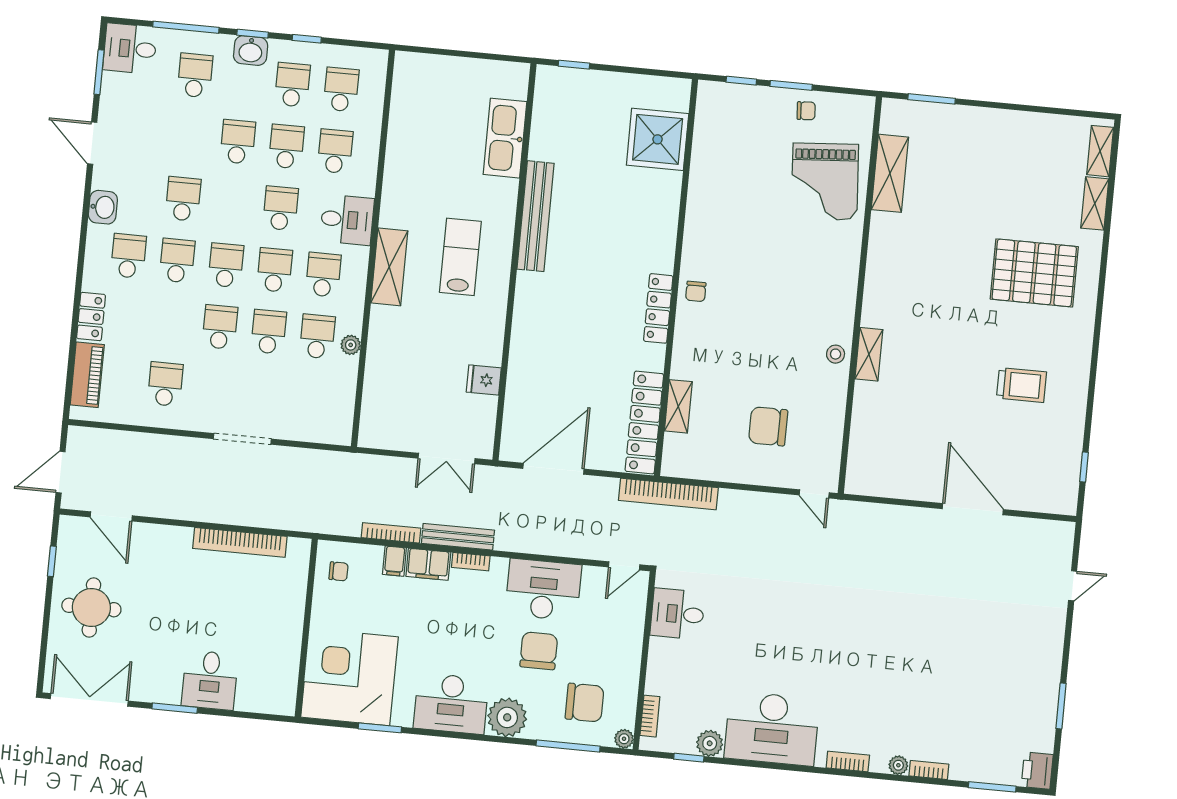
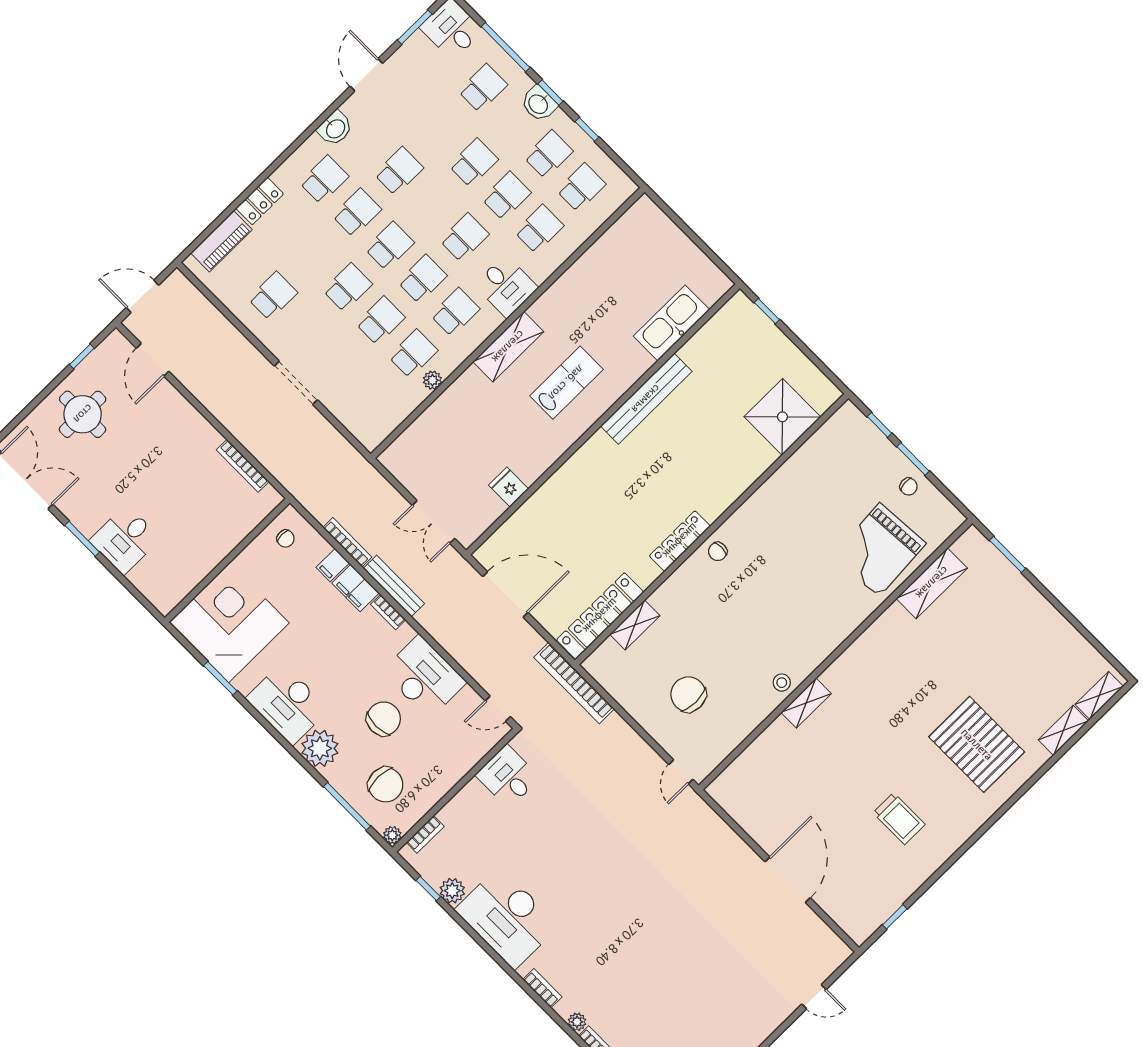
bookcase: (240, 542) -> (243, 466), width x0.68, depth x0.76

